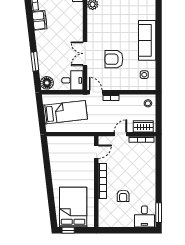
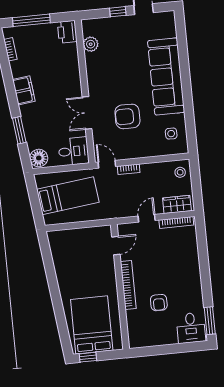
filing cabinet: (39, 20) -> (24, 90), moved
sofa: (147, 40) -> (166, 77), width x1.36, depth x1.27

